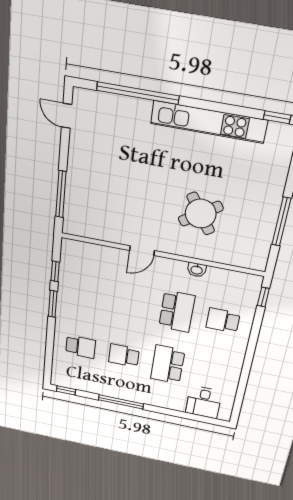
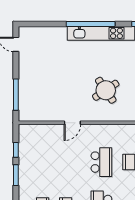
window: (138, 93) -> (91, 24), moved
washbasin: (197, 270) -> (110, 129), removed

